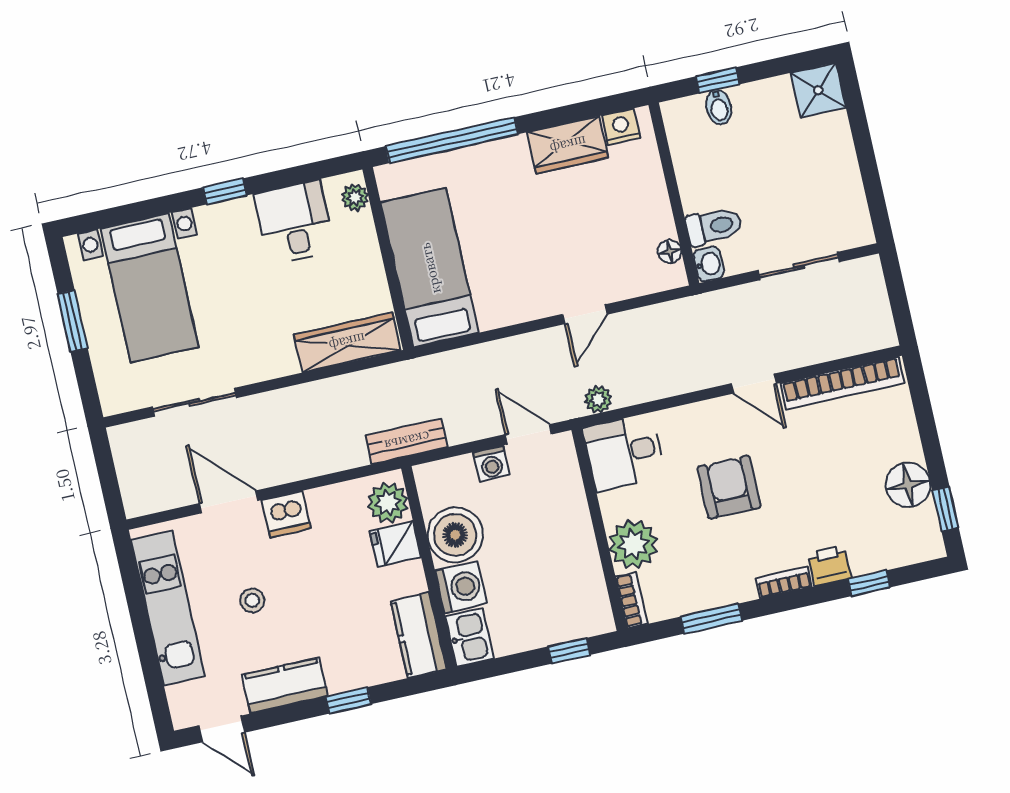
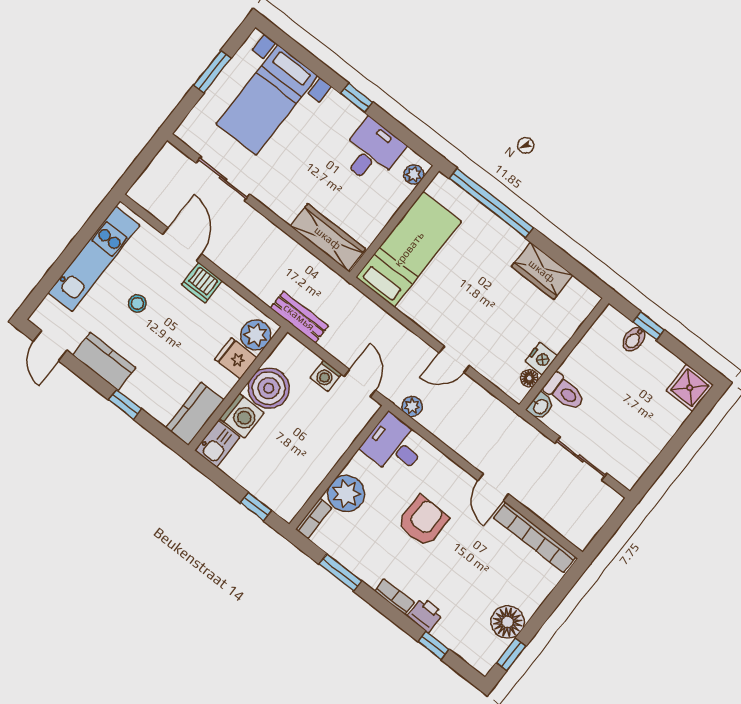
nightstand: (621, 127) -> (541, 359), moved, turned 90

